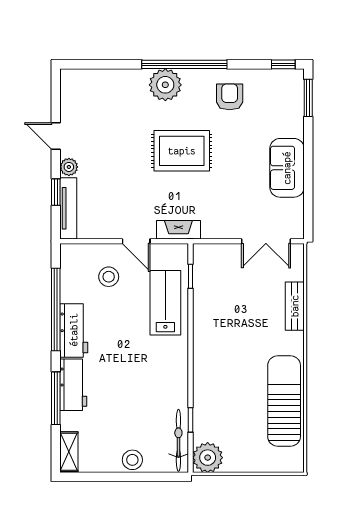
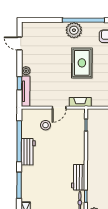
door: (56, 136) -> (20, 44), moved
rug: (182, 151) -> (82, 63), turned 90
door: (136, 241) -> (59, 108), hinge flipped
lab bench: (165, 303) -> (74, 138), removed
workbench: (73, 385) -> (78, 177), moved, turned 180

